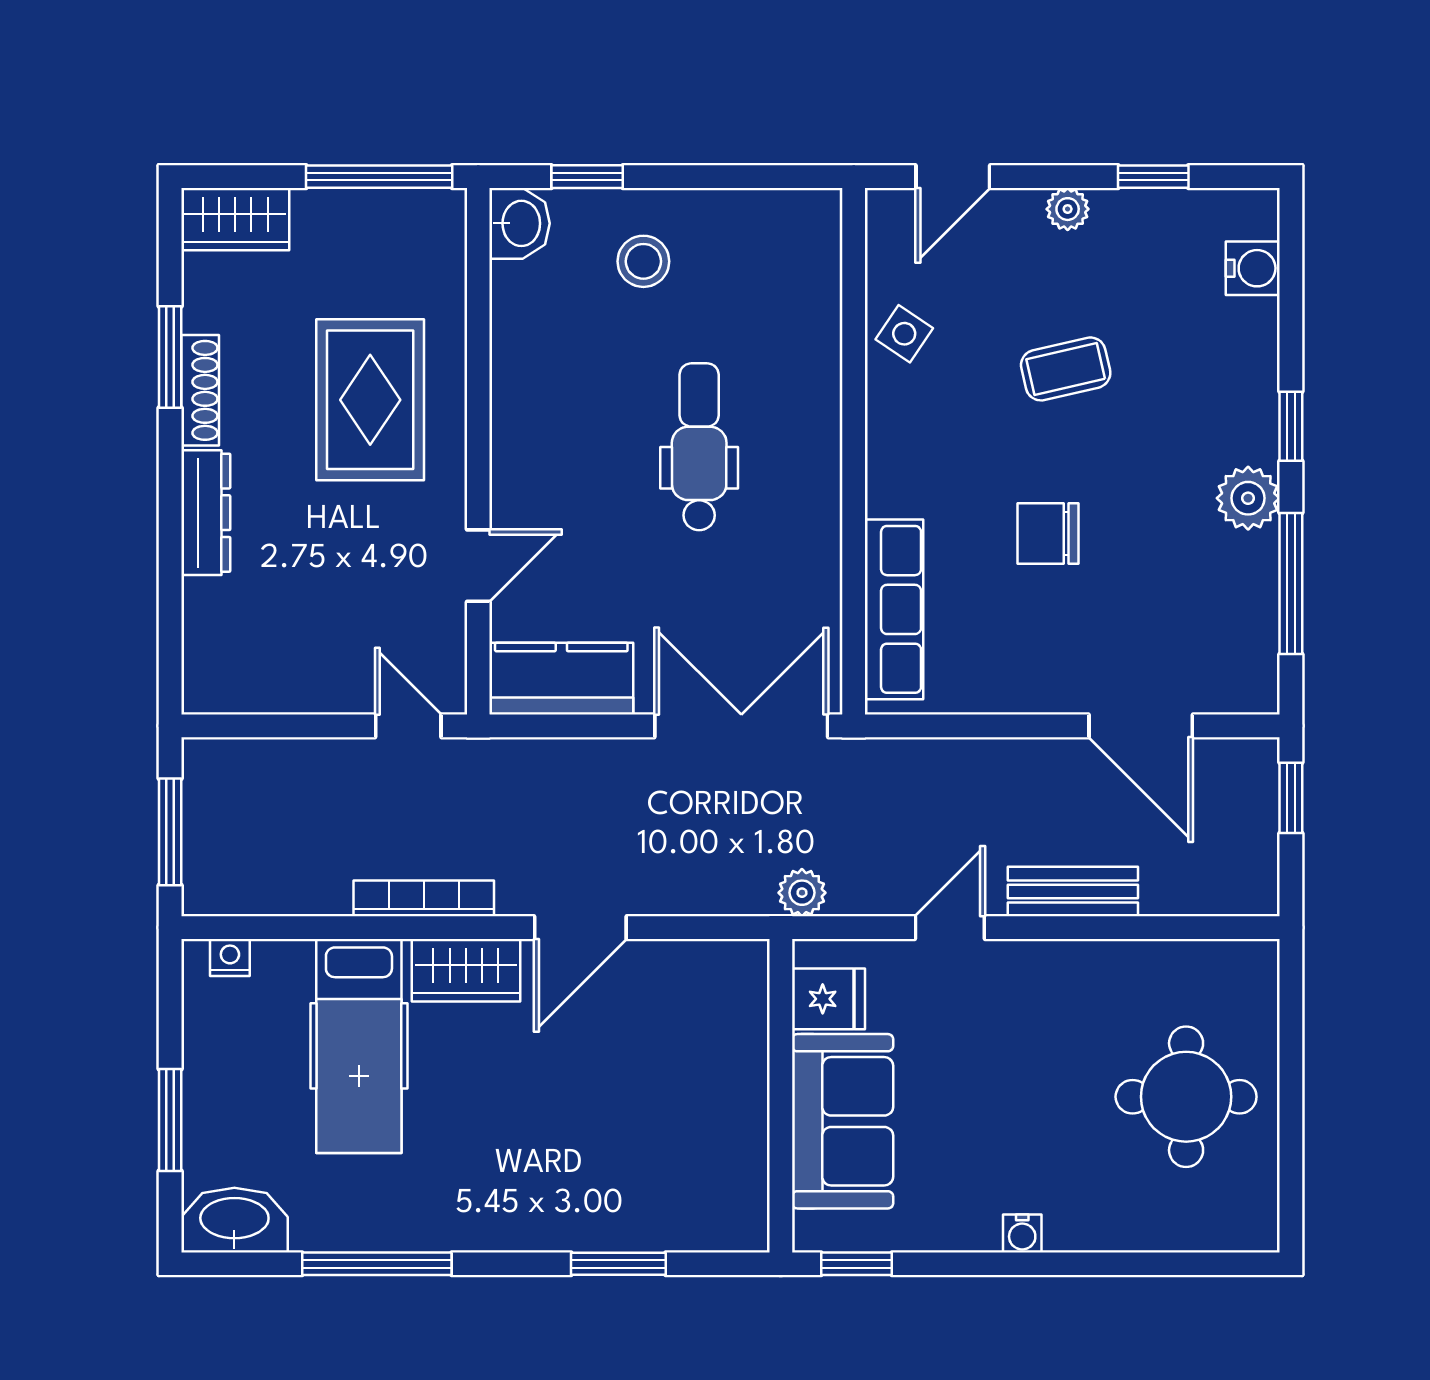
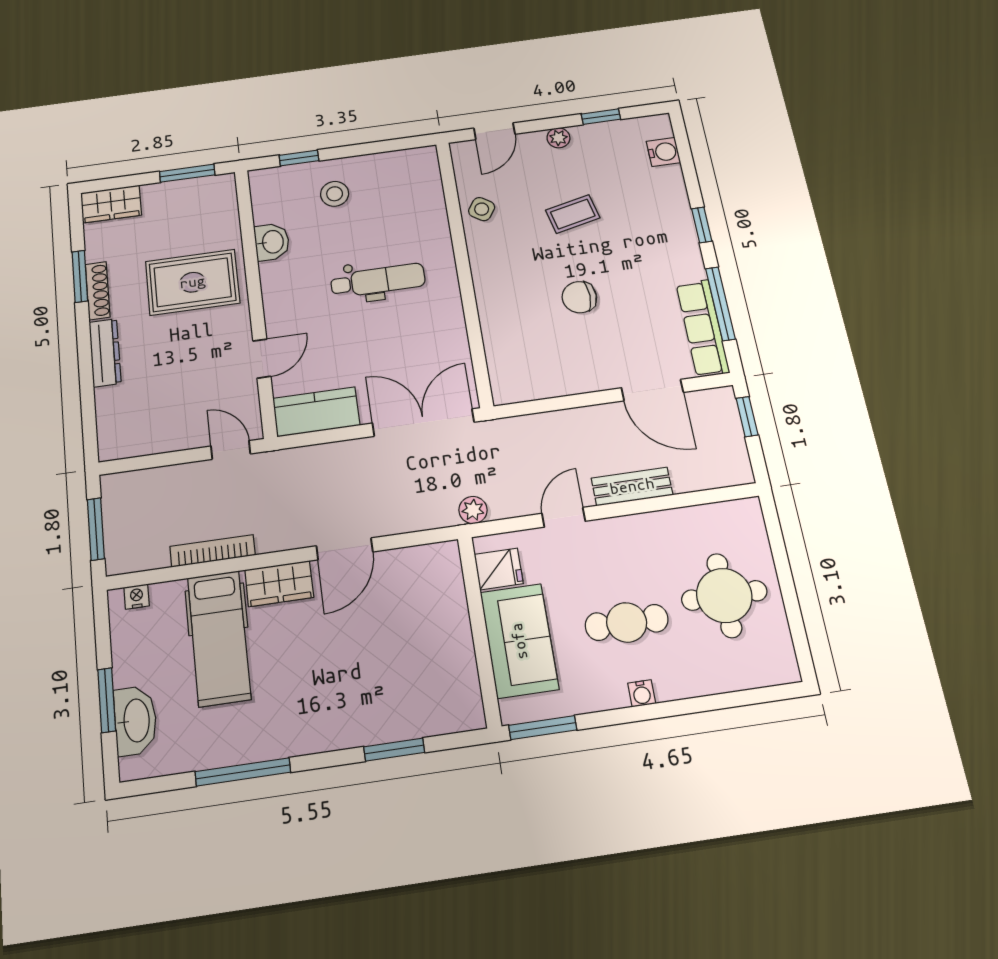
window: (379, 177) -> (187, 173), width x0.69
washbasin: (520, 223) -> (272, 242), moved
rug: (370, 400) -> (193, 282), turned 90
dental chair: (699, 447) -> (378, 280), turned 90
plant: (1248, 498) -> (687, 264), removed
row of seats: (894, 609) -> (703, 328), moved, turned 180
bookcase: (424, 898) -> (213, 551), moved
cafe table: (1020, 1117) -> (627, 622), added
washbasin: (234, 1220) -> (135, 721), moved, turned 90
window: (857, 1264) -> (543, 728), width x1.50

